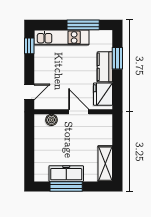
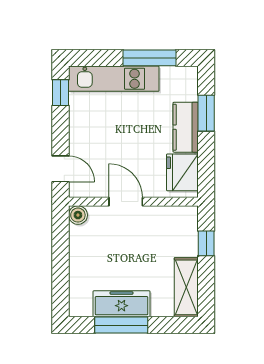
door: (29, 92) -> (60, 169), hinge flipped
door: (79, 112) -> (126, 202), moved
boiler: (51, 120) -> (78, 215), moved
window: (117, 137) -> (206, 243), added

